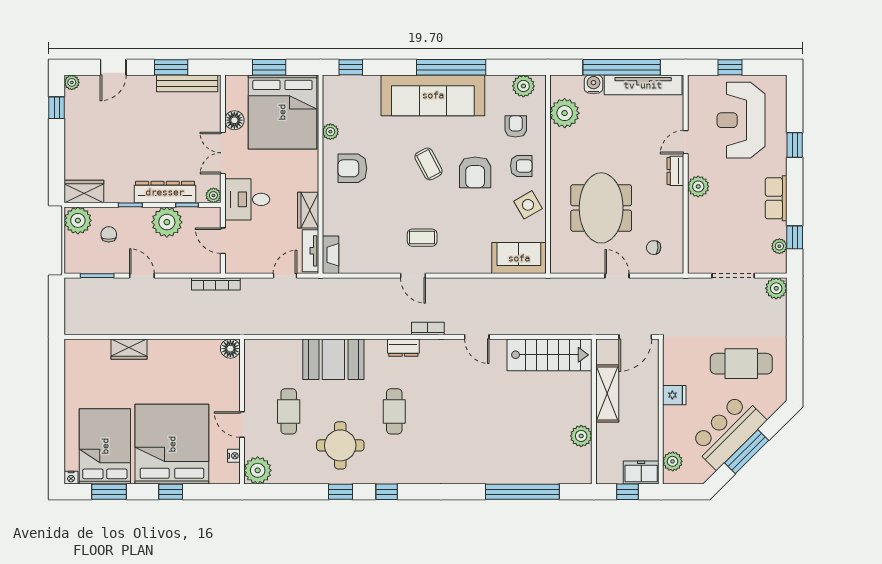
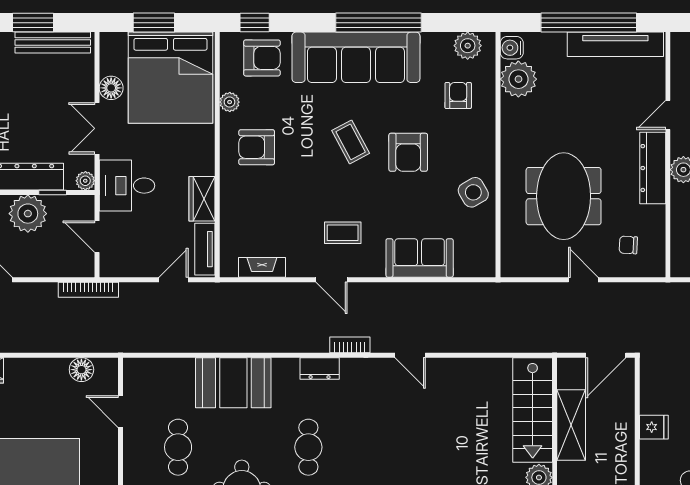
water cooler: (594, 84) -> (512, 48), moved, turned -90
armchair: (521, 166) -> (262, 58), moved, width x1.38, depth x1.38
dresser: (675, 171) -> (653, 168), width x1.96, depth x1.24
fireplace: (330, 255) -> (262, 267), moved, turned -90
sofa: (519, 258) -> (420, 258), moved
floor lamp: (230, 349) -> (81, 370), moved
stairs: (550, 355) -> (533, 410), moved, turned 90
door: (242, 425) -> (121, 412), moved

